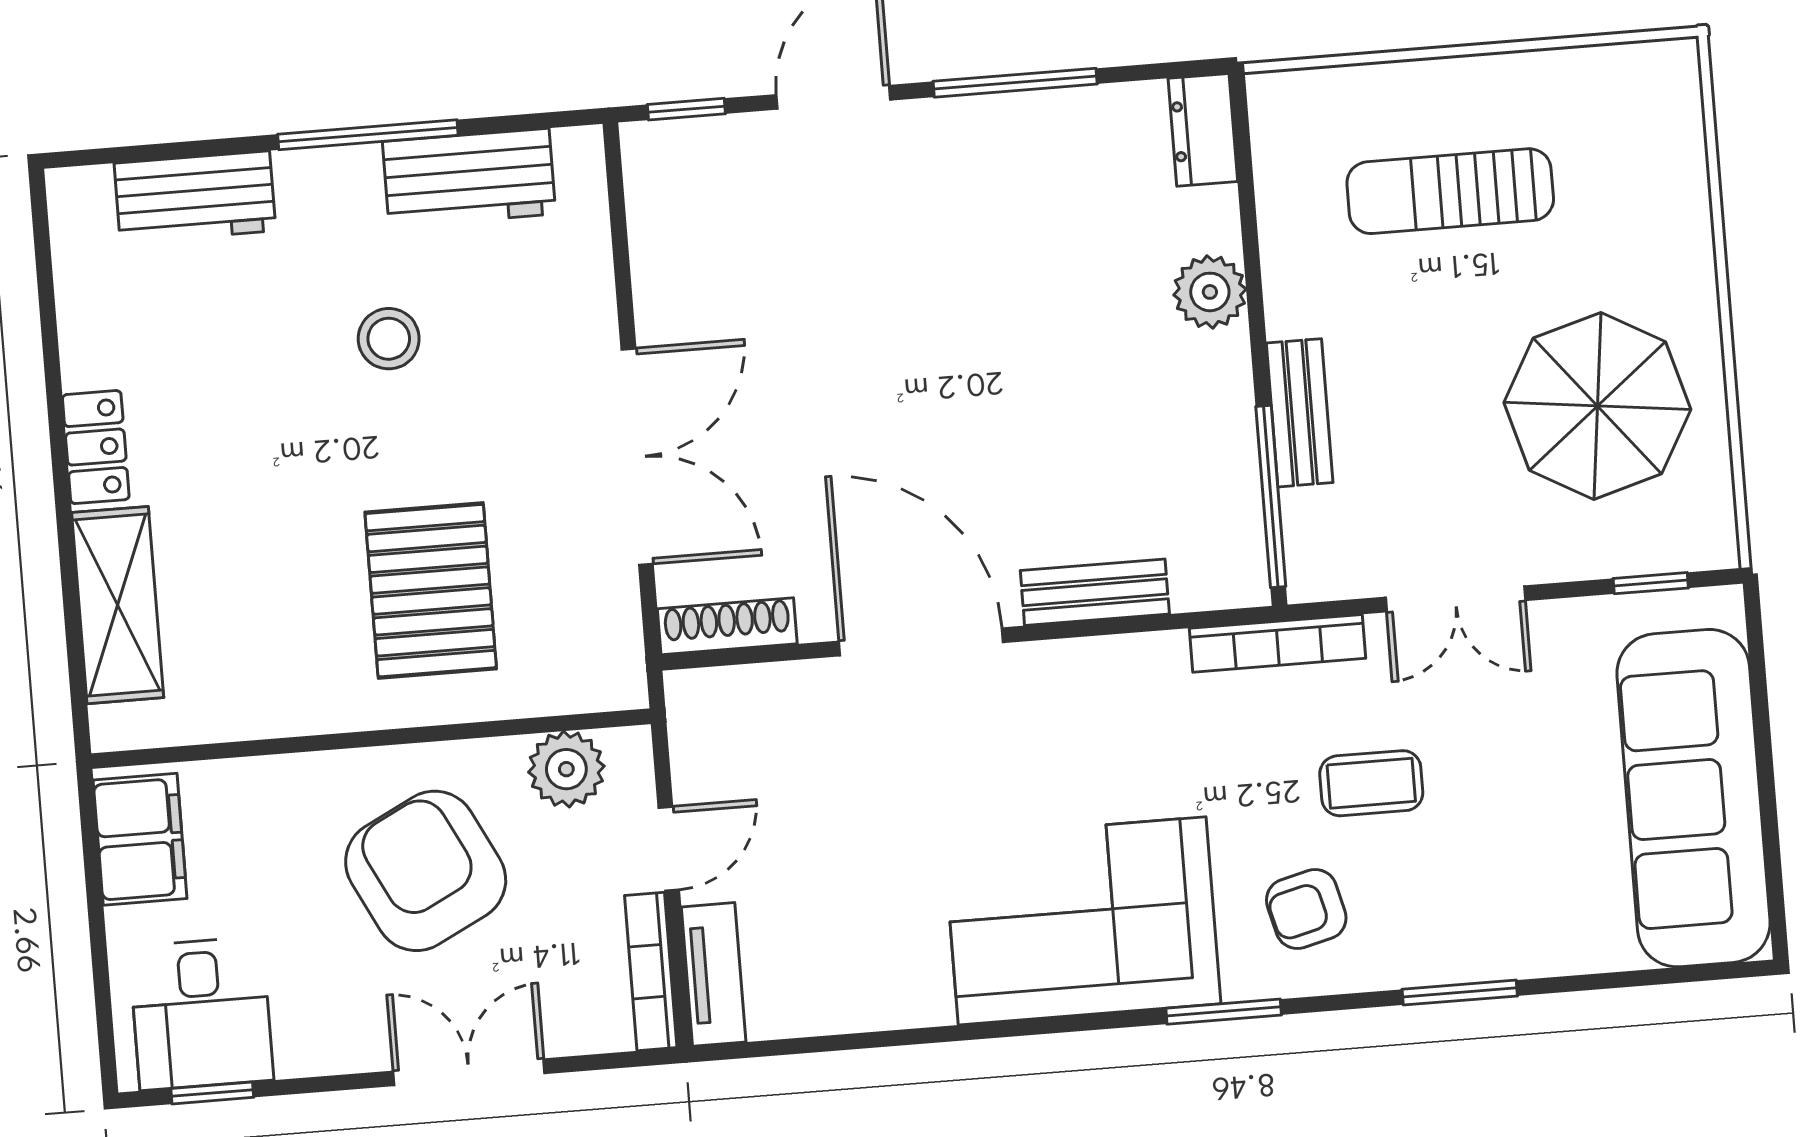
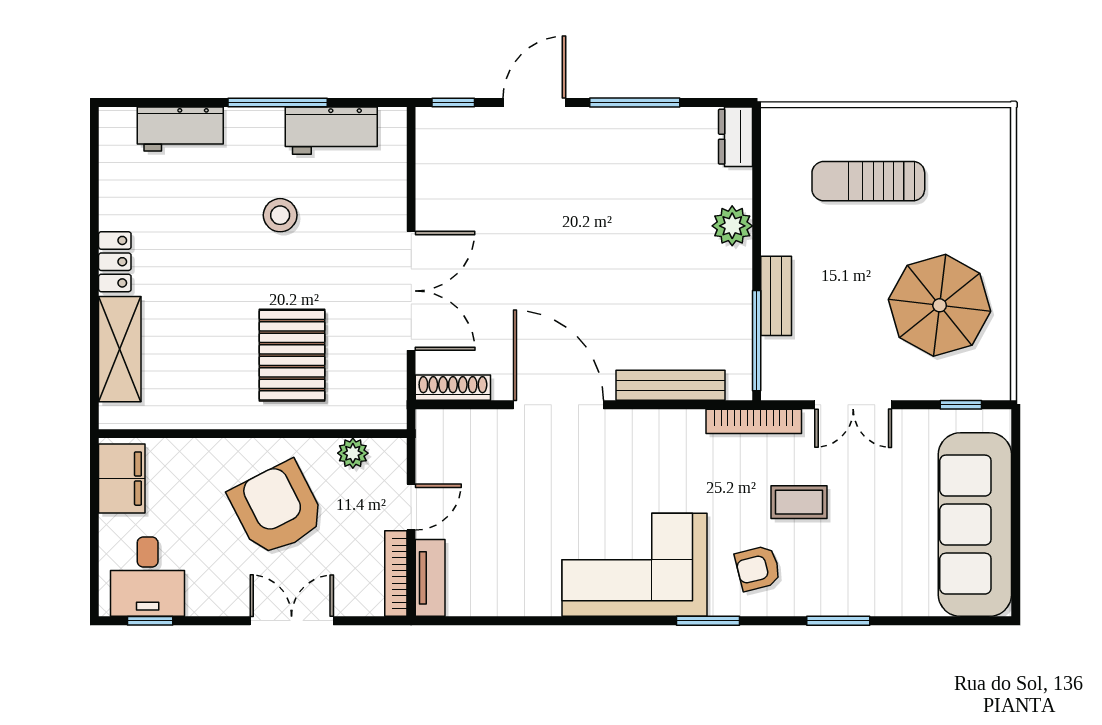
bench: (1095, 592) -> (670, 385), width x1.36
plant: (566, 769) -> (353, 453), width x0.73, depth x0.73

